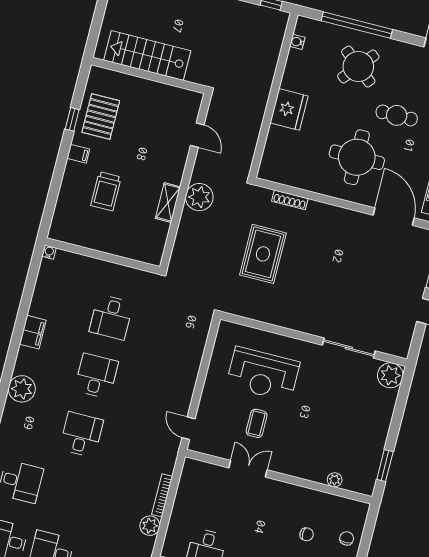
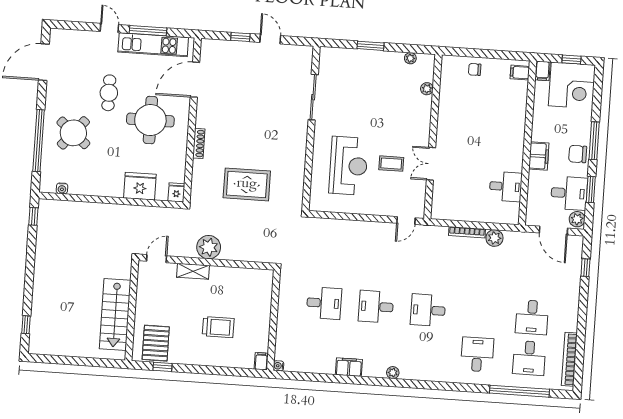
stairs: (147, 55) -> (115, 314), moved
wall: (148, 75) -> (132, 310), moved
fridge: (289, 109) -> (140, 186), moved
pallet: (101, 116) -> (156, 343), turned 90
filing cabinet: (78, 154) -> (261, 361), moved
fridge: (269, 172) -> (176, 192), added
shoe rack: (290, 200) -> (199, 143), moved
shelving: (168, 203) -> (193, 271), moved
plant: (390, 375) -> (410, 58), moved, width x0.53, depth x0.53
plant: (22, 389) -> (393, 373), width x0.53, depth x0.53
window: (385, 466) -> (371, 46), moved
chair: (307, 534) -> (477, 104), removed

